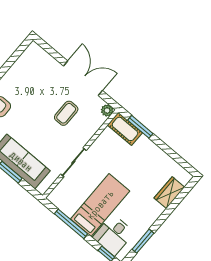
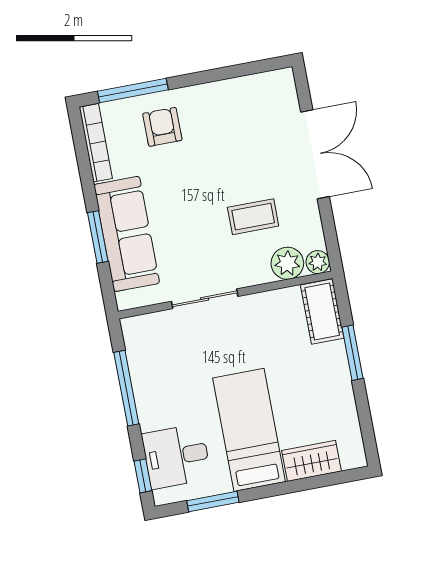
double door: (83, 78) -> (315, 154), moved
plant: (95, 121) -> (287, 263), added
window: (140, 127) -> (353, 353), moved
bed: (100, 205) -> (249, 430), moved, turned -90

